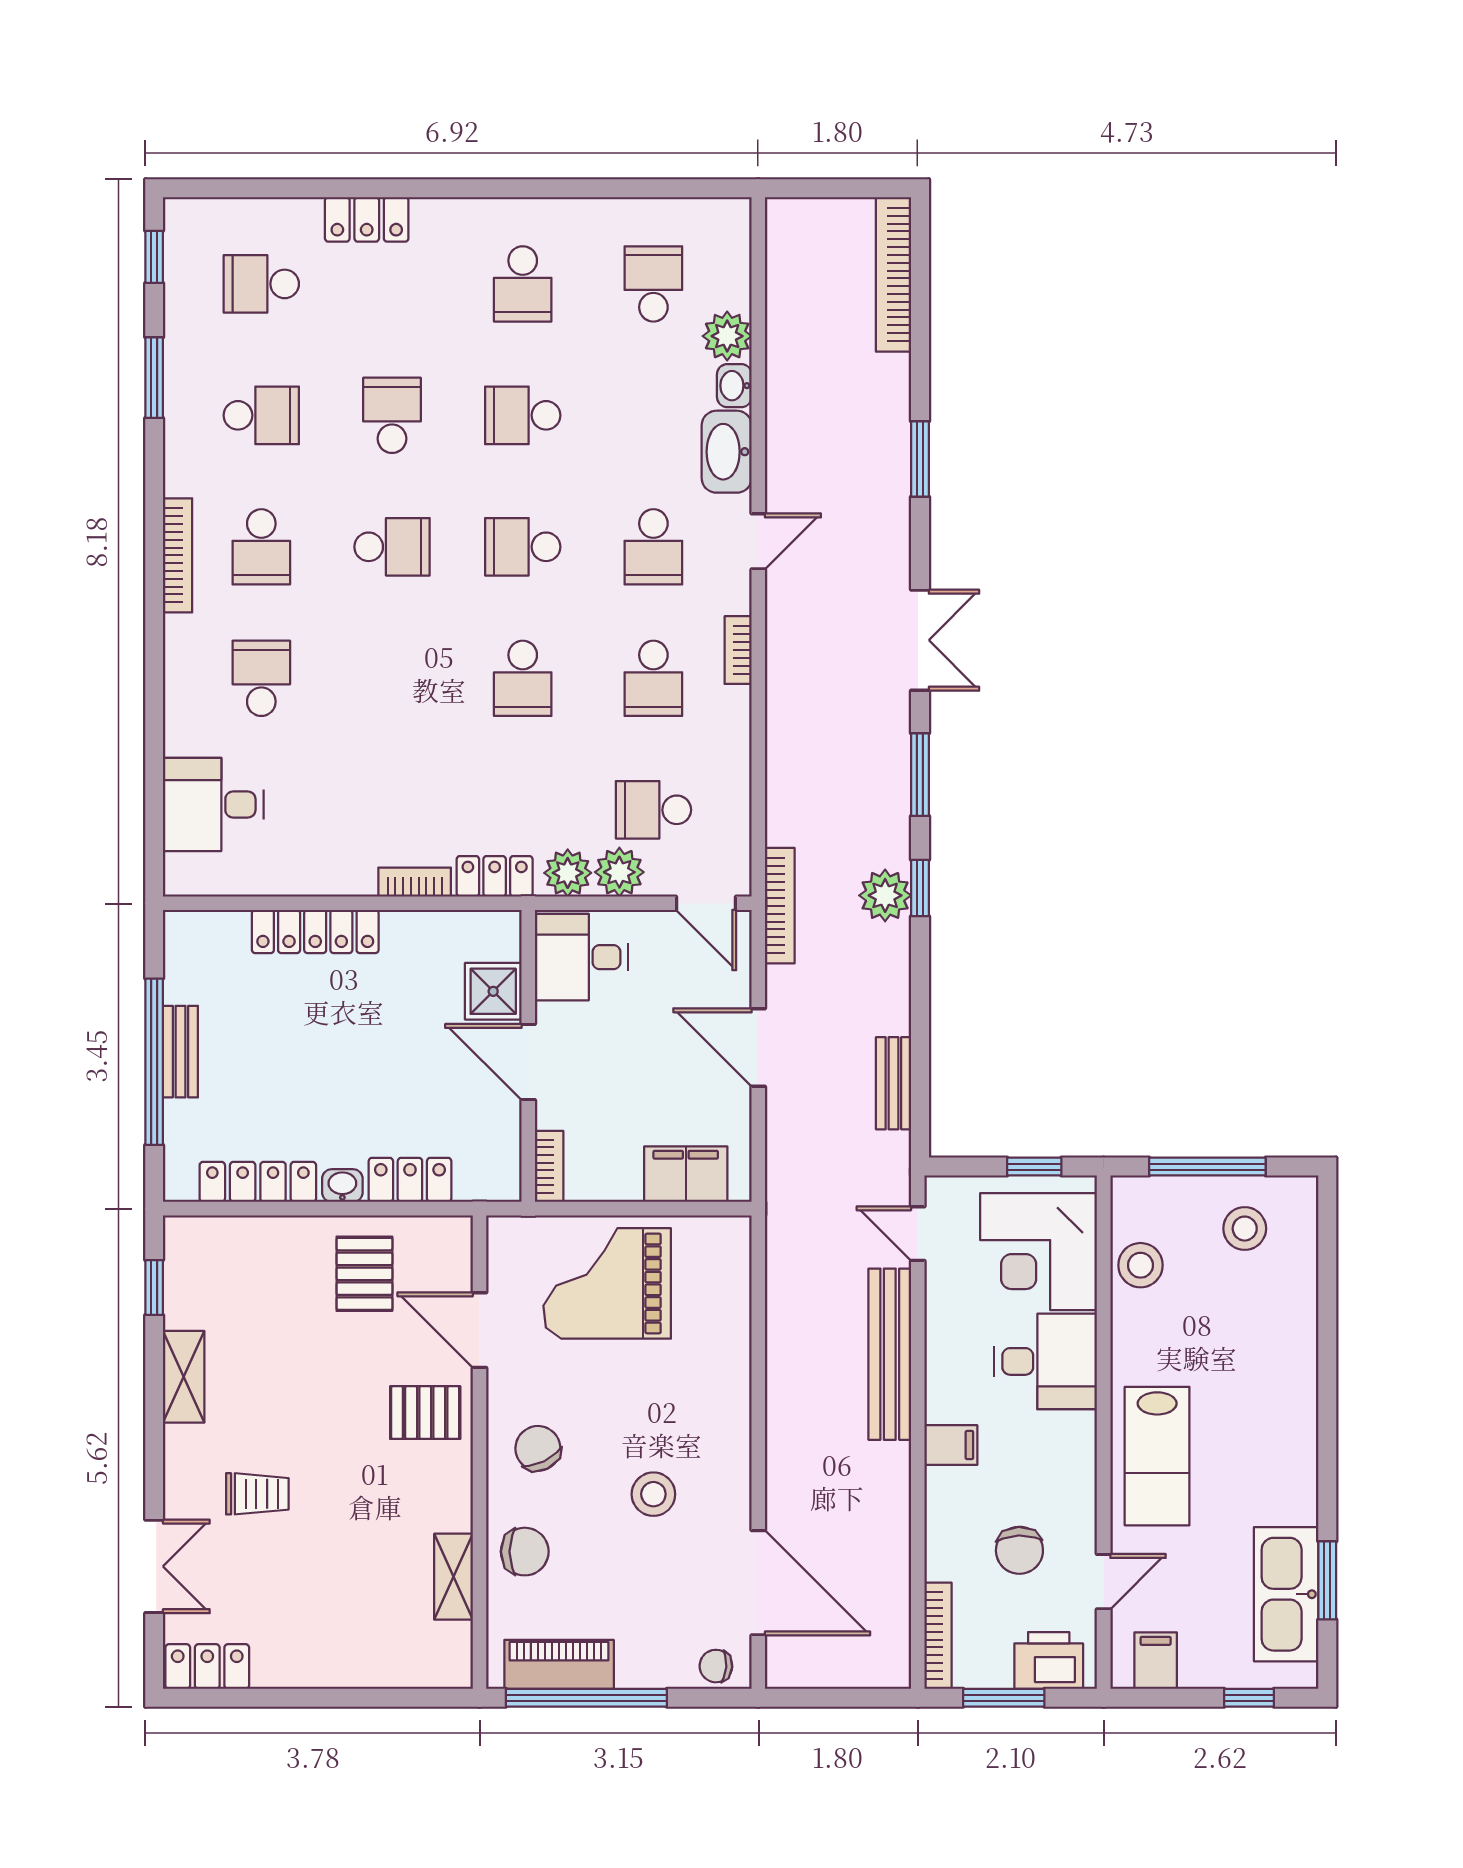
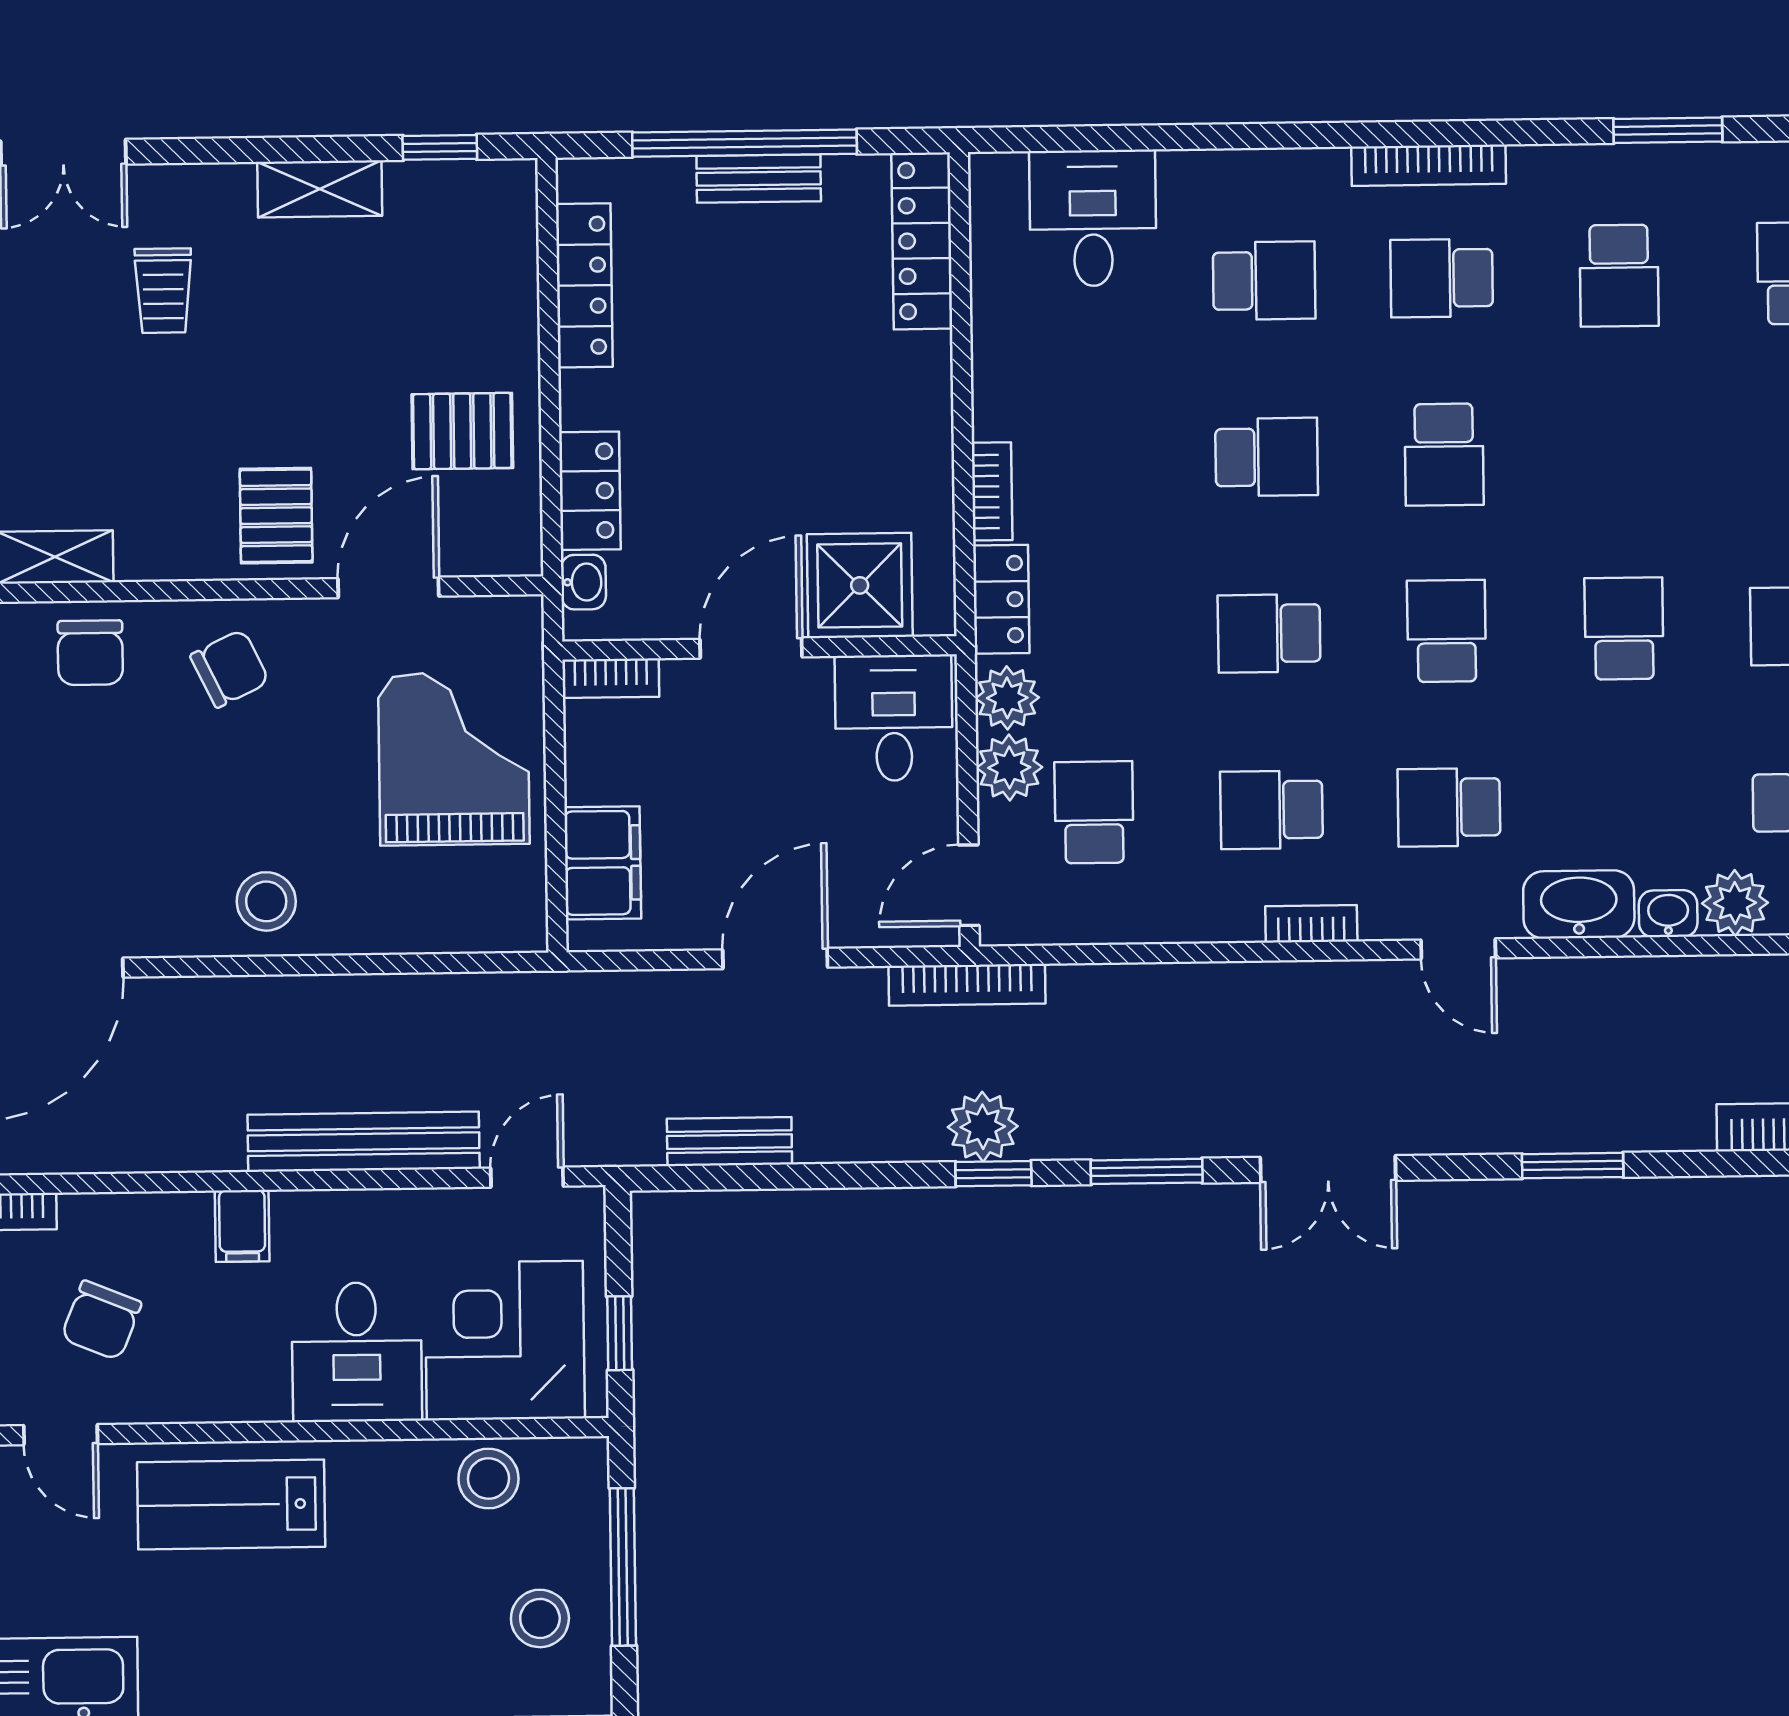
school desk: (392, 415) -> (1267, 457), moved
locker: (315, 931) -> (922, 241), moved
shower: (493, 991) -> (860, 585), width x1.36, depth x1.36
washbasin: (342, 1186) -> (583, 582), moved
stool: (653, 1494) -> (266, 901), moved
chair: (1019, 1550) -> (101, 1320), turned -66

